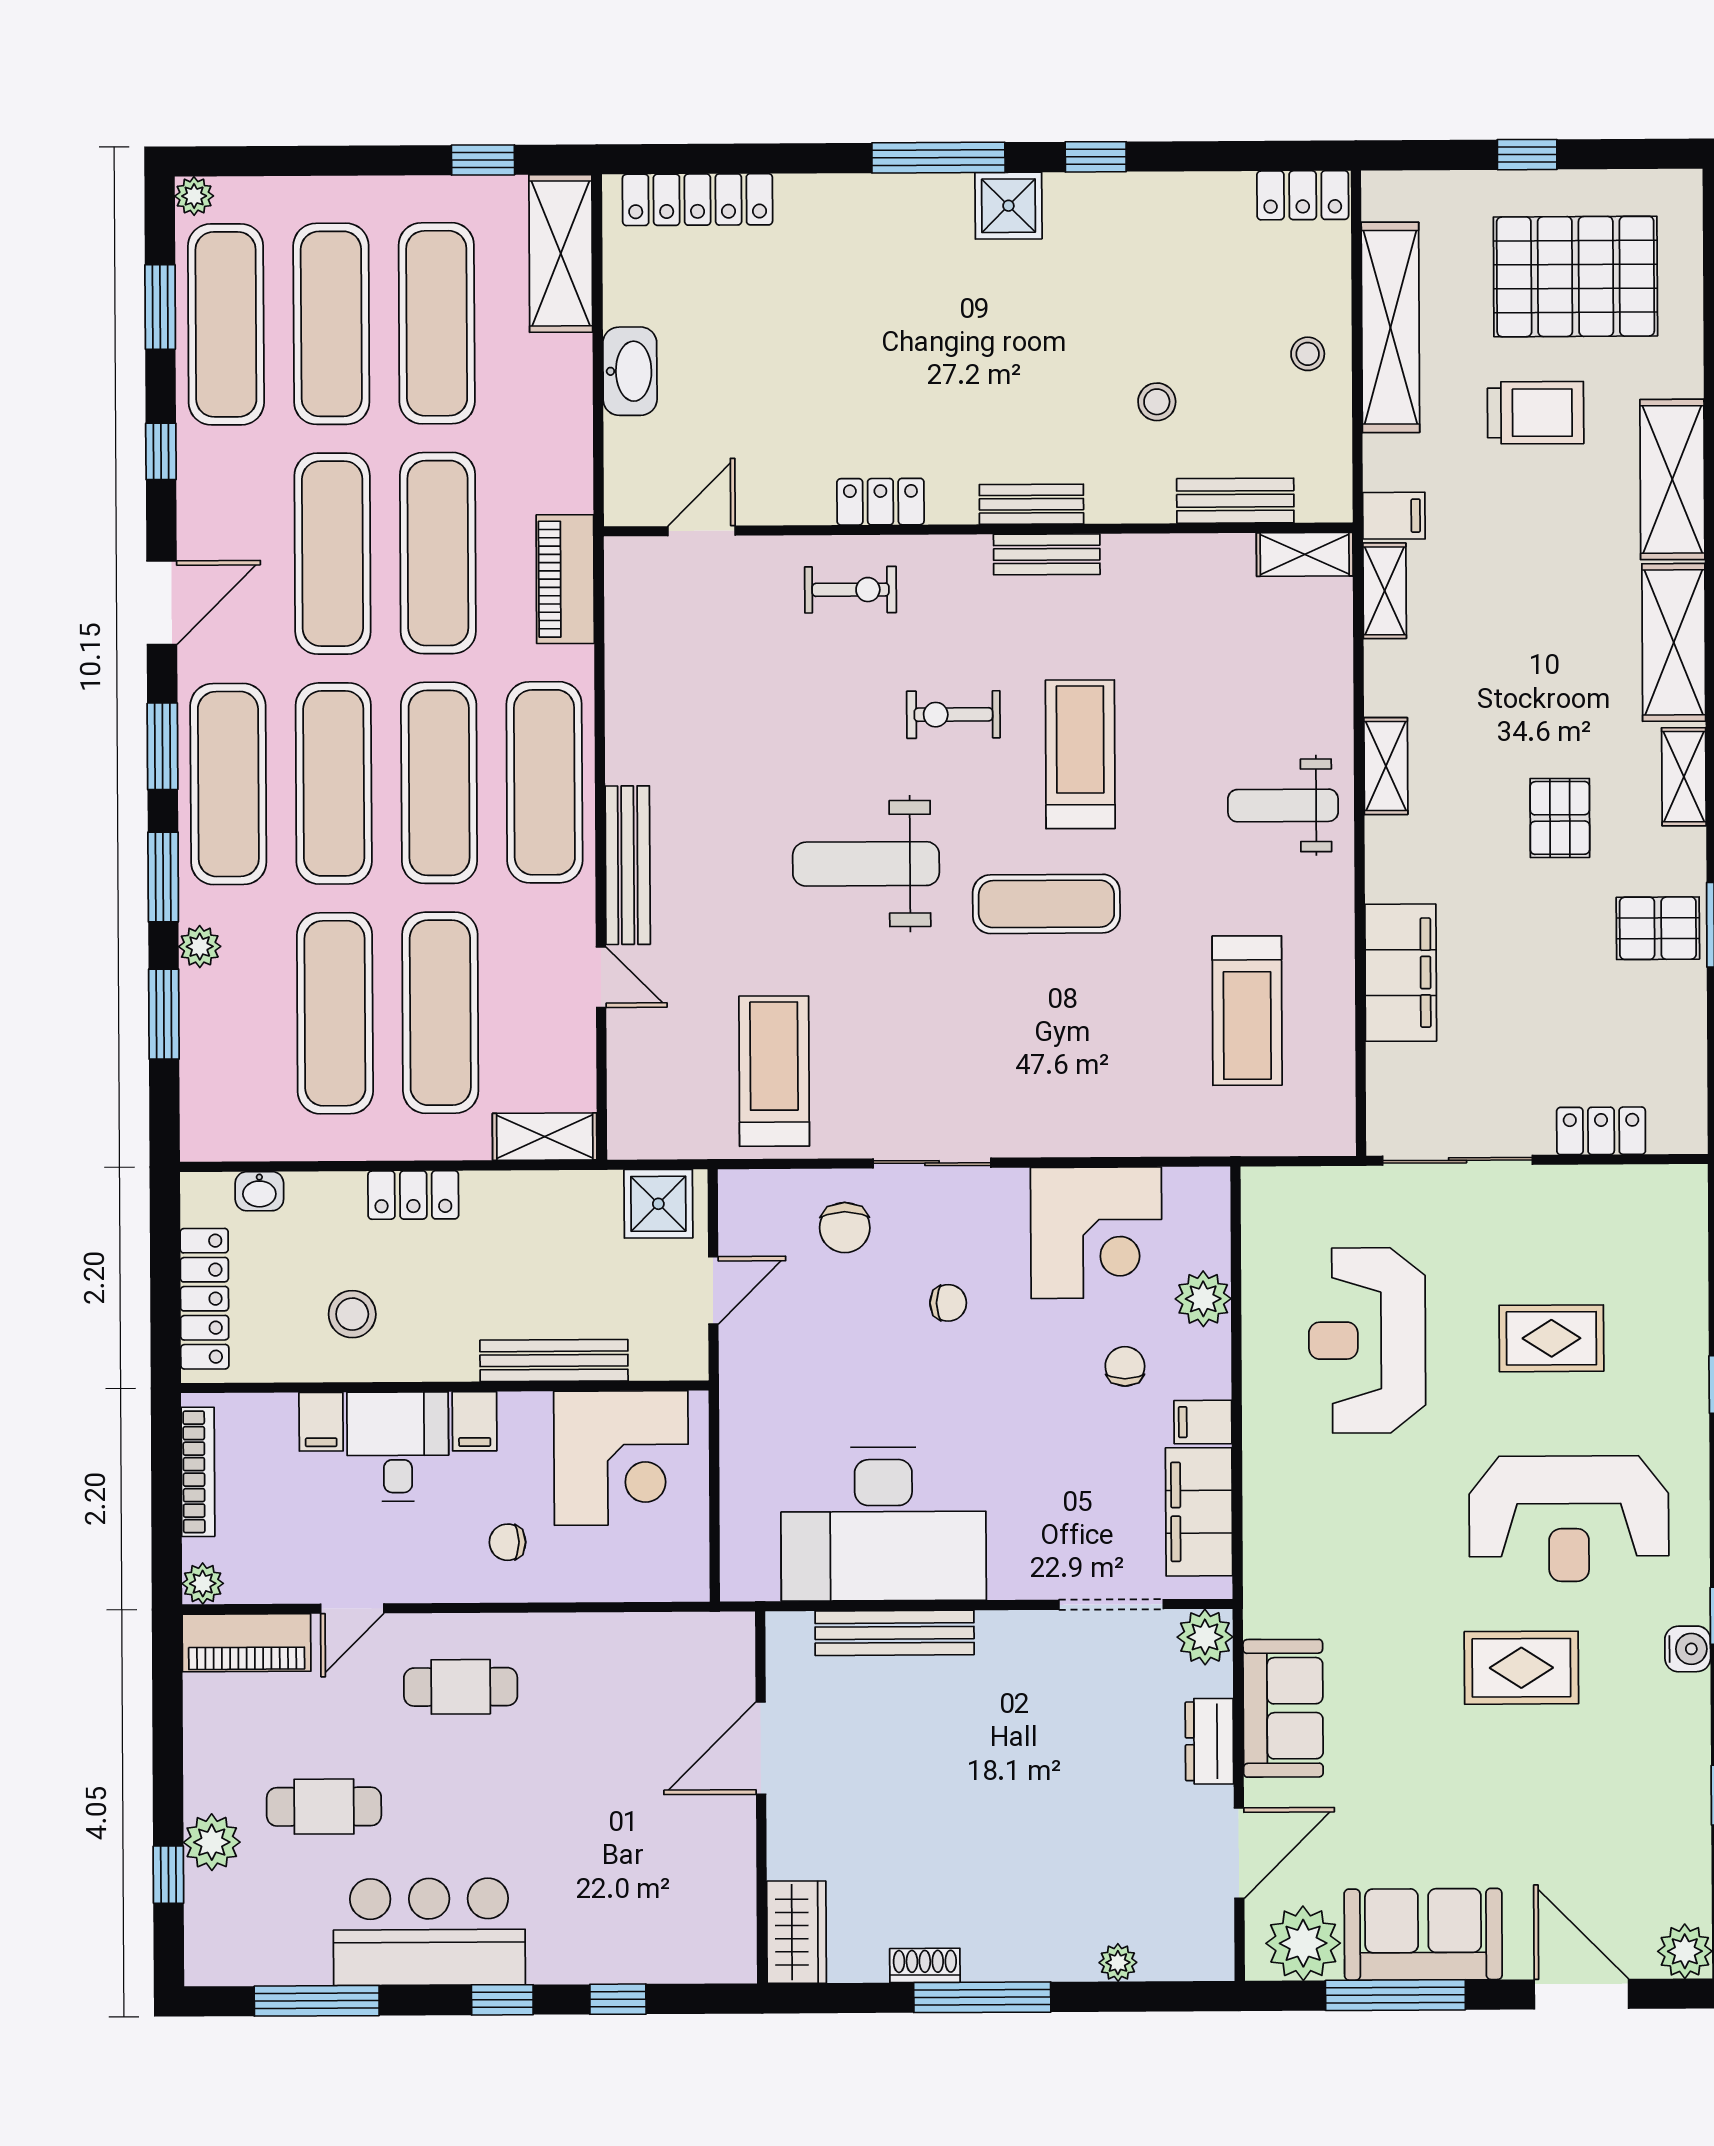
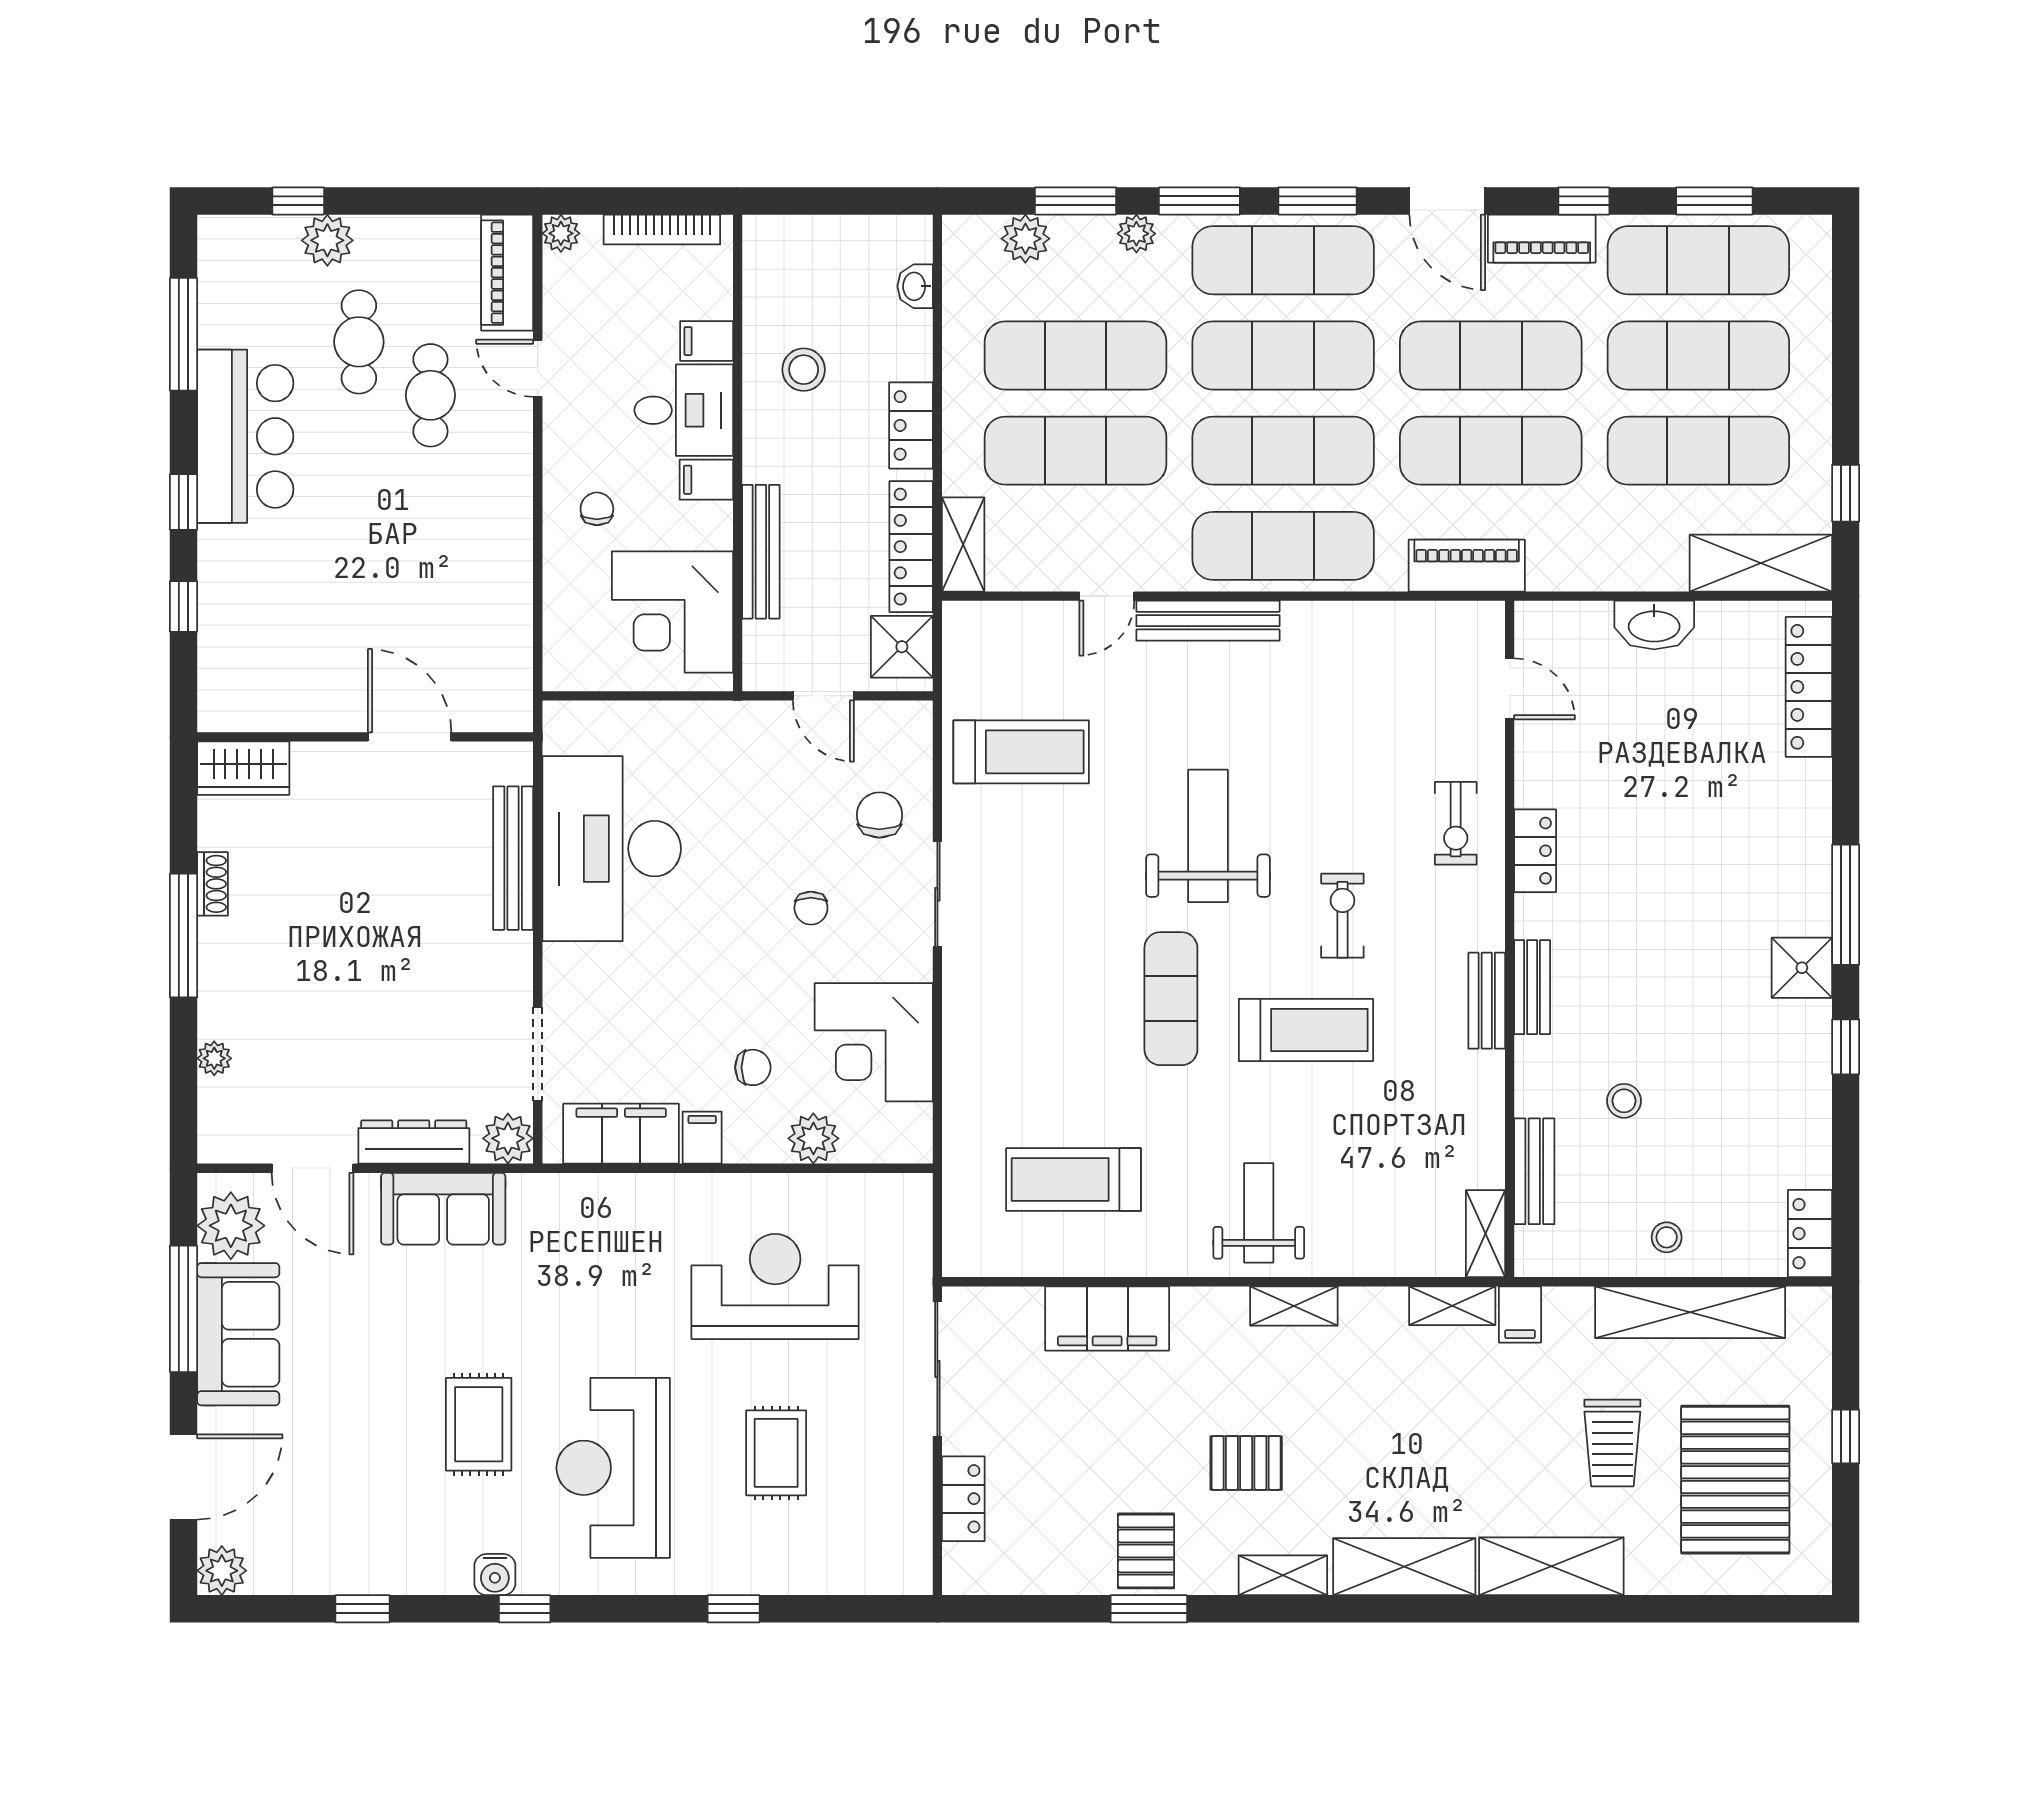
plant: (194, 196) -> (1025, 239), moved, width x1.38, depth x1.38
piano: (203, 498) -> (1542, 239), added
chair: (845, 1228) -> (879, 815), turned 90
locker: (204, 1299) -> (911, 547), moved, turned 90
cafe table: (461, 1687) -> (430, 395), moved
dresser: (1209, 1741) -> (414, 1142), width x1.44

